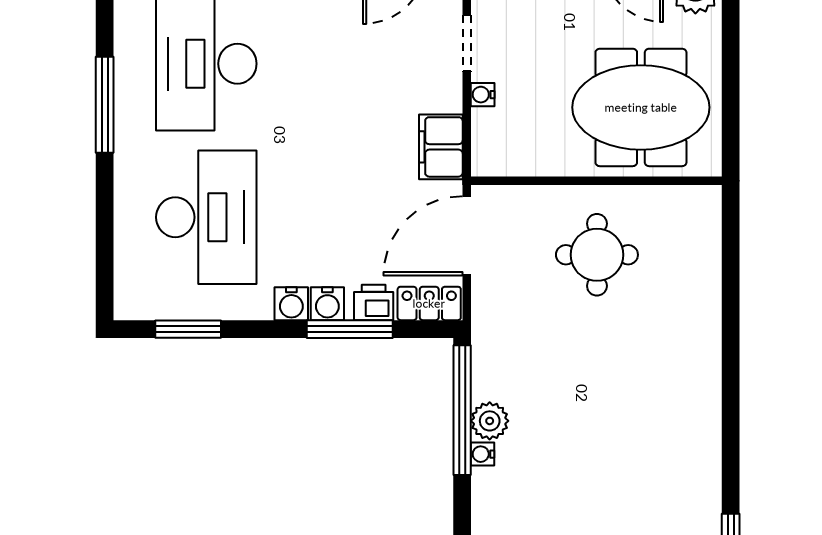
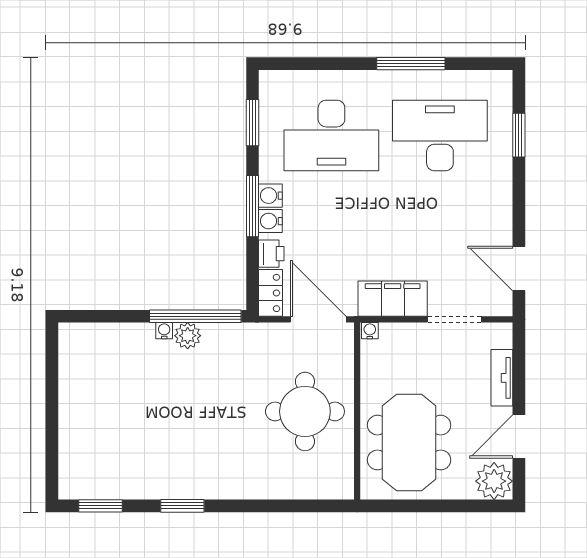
doorway: (467, 43) -> (454, 319), width x1.38
water cooler: (483, 95) -> (370, 331), moved
filing cabinet: (441, 147) -> (393, 299), width x1.50, depth x1.17
round table: (597, 255) -> (305, 411), width x1.36, depth x1.36
window: (350, 329) -> (252, 206), moved
window: (731, 428) -> (182, 506), added

